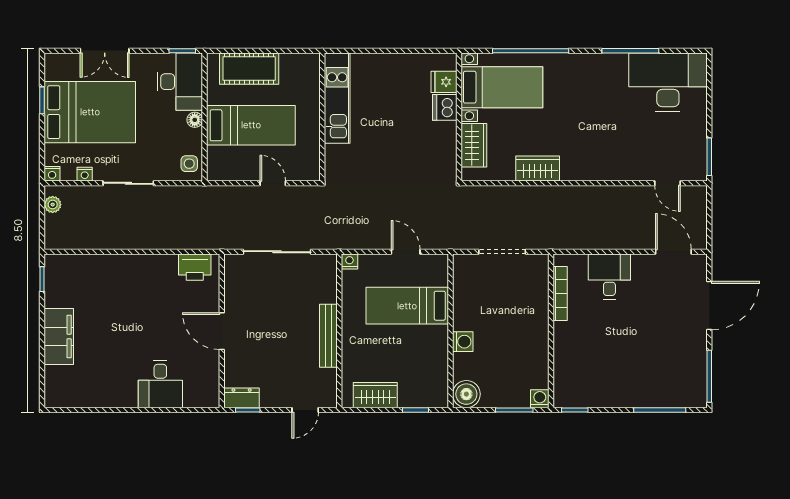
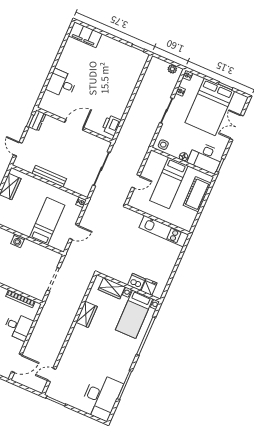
filing cabinet: (59, 336) -> (85, 35), moved

